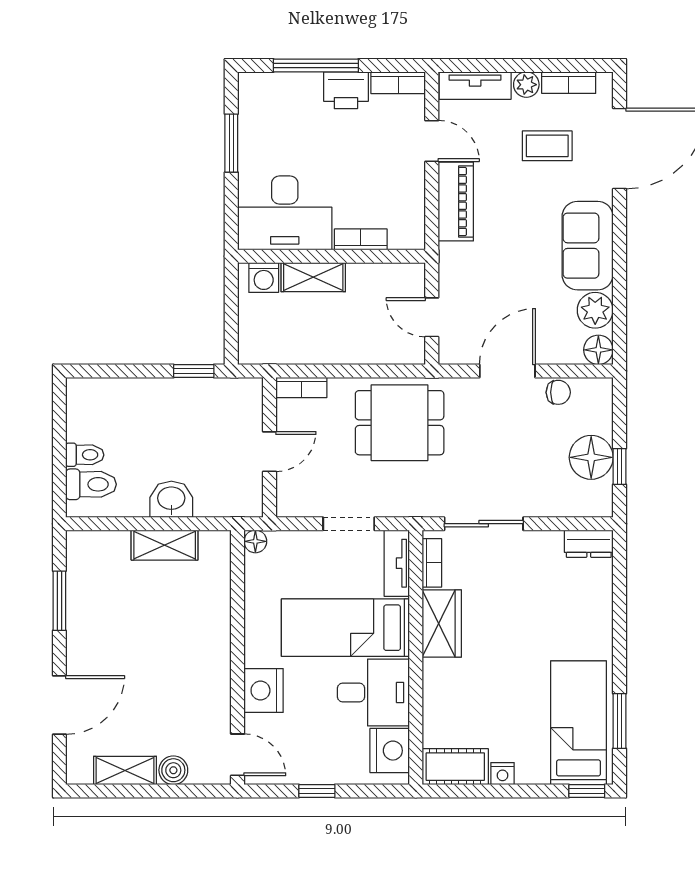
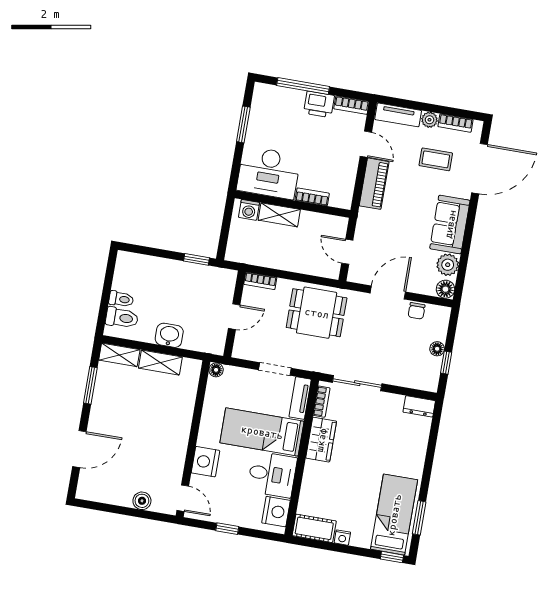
chair: (558, 392) -> (417, 311), turned 90
floor lamp: (591, 457) -> (437, 349), width x0.53, depth x0.53
shelving: (125, 770) -> (119, 355), moved

